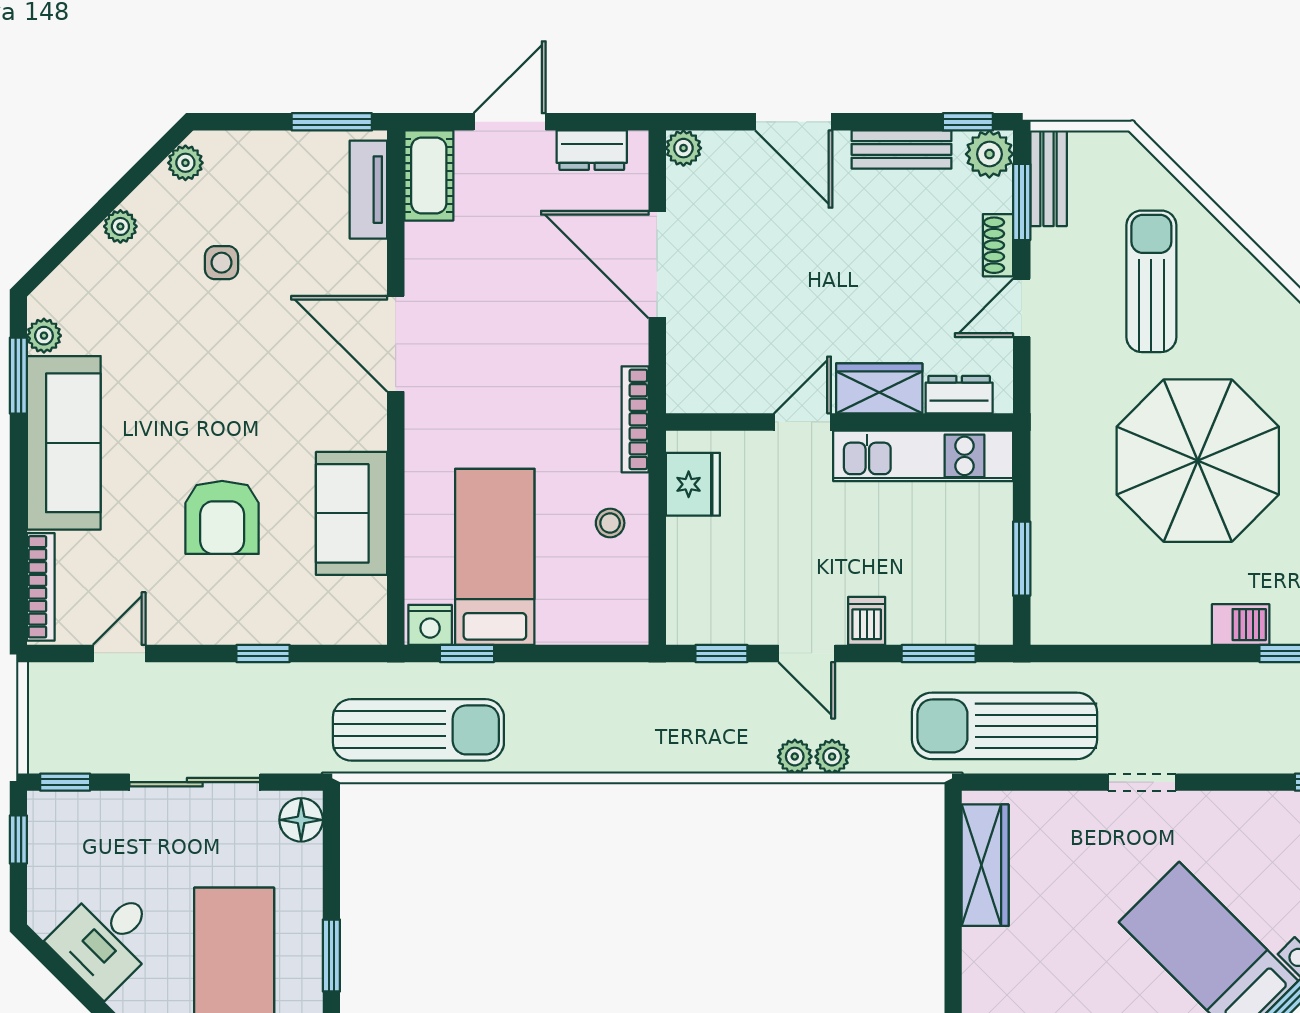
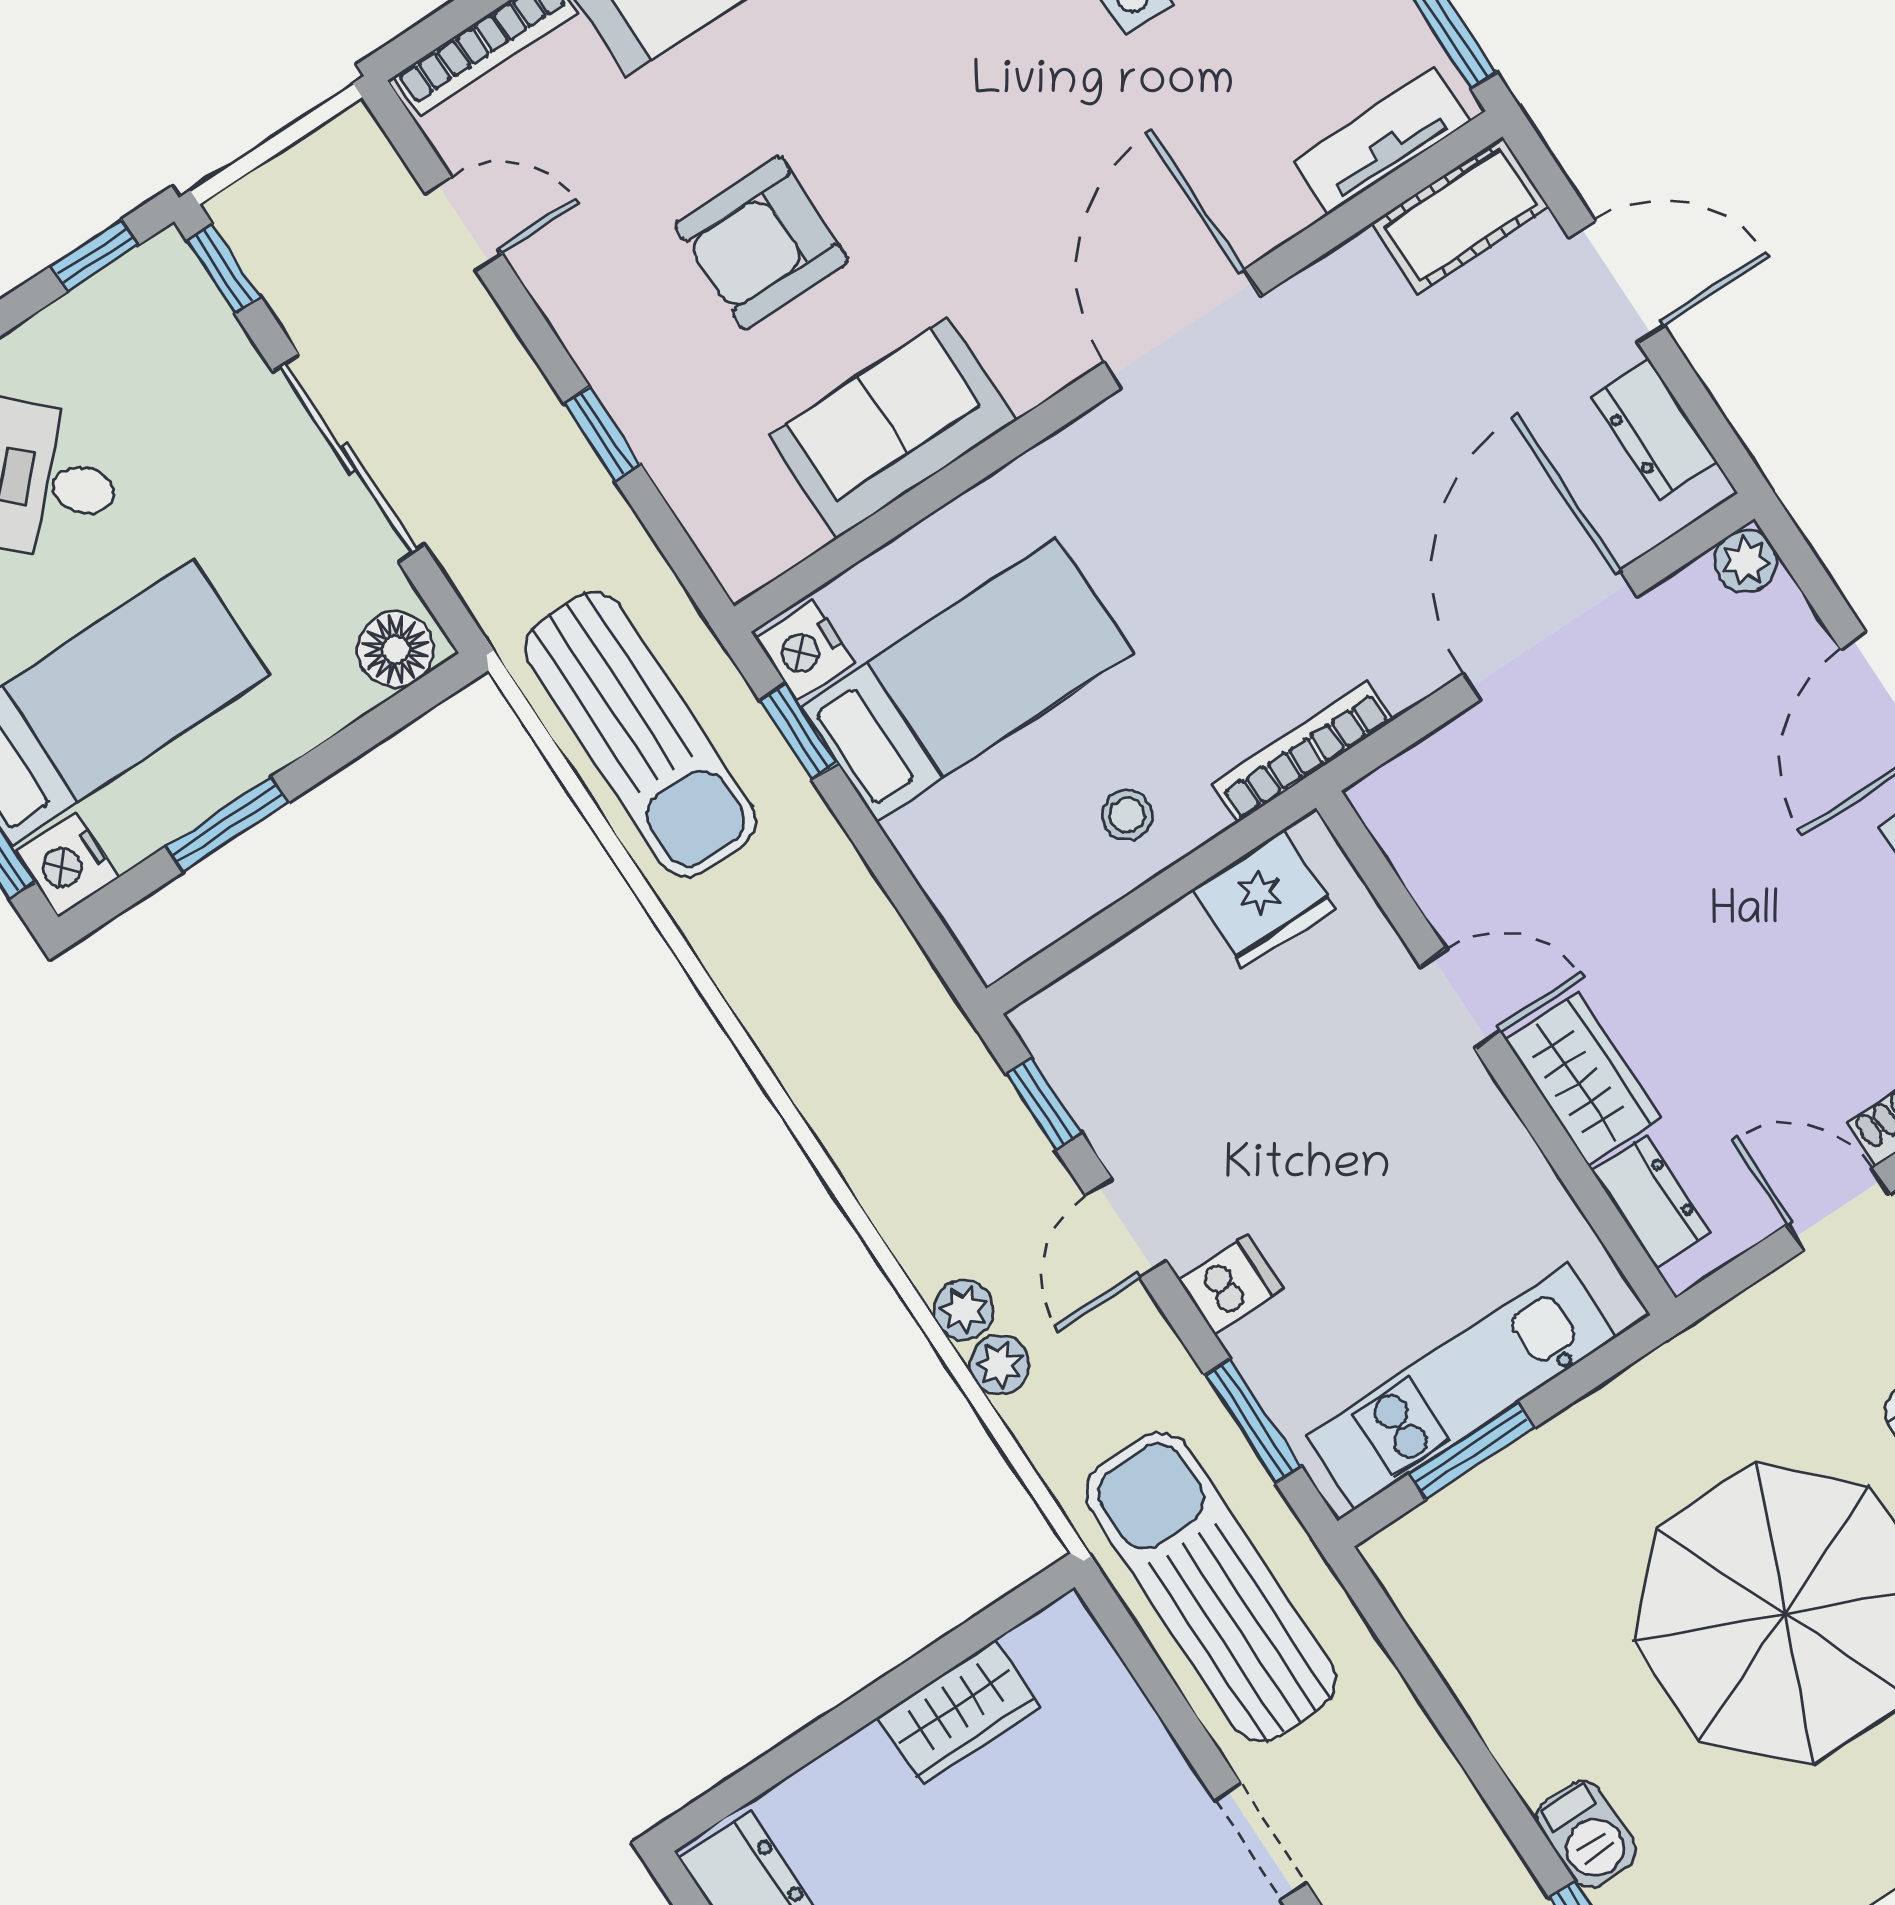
kitchen unit: (923, 456) -> (1461, 1387), moved, turned 90
wardrobe: (985, 865) -> (959, 1712), width x0.67

